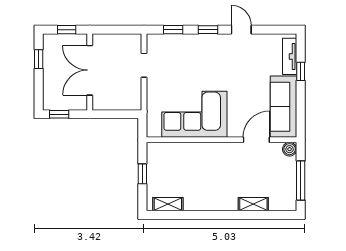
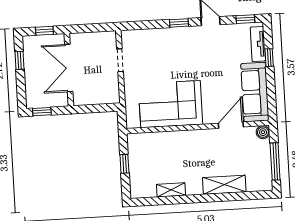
window: (173, 30) -> (245, 19), moved
shelving: (168, 204) -> (171, 190), moved
shelving: (253, 204) -> (224, 185), width x1.50, depth x1.33

